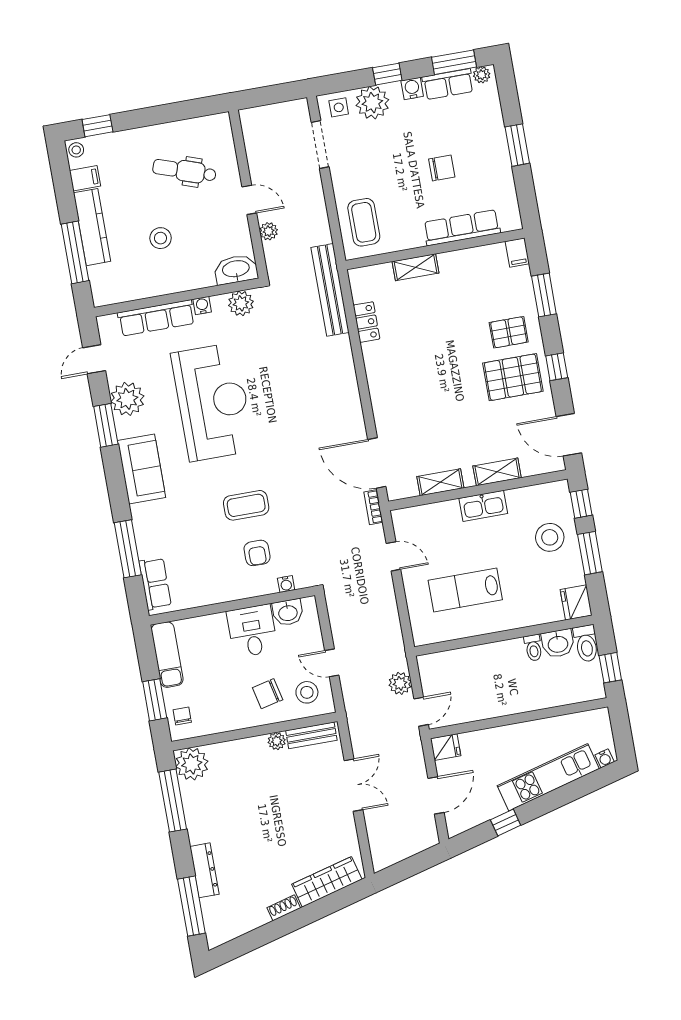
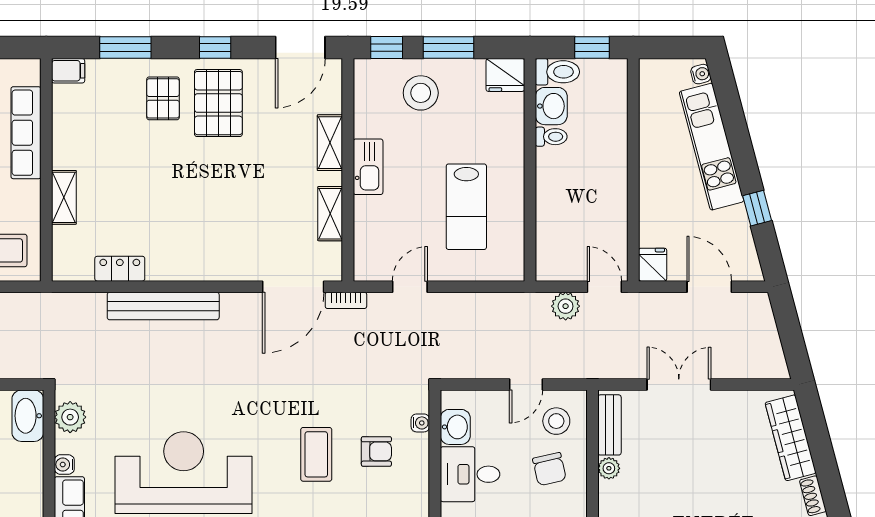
bench: (330, 290) -> (163, 306), moved

